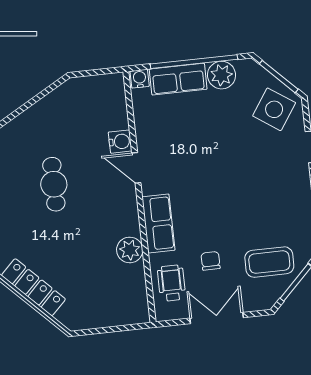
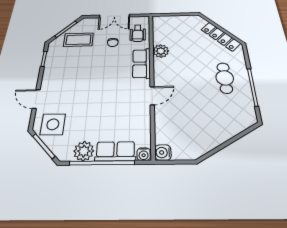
side table: (274, 109) -> (53, 124), turned -34
water cooler: (120, 142) -> (163, 152), moved
door: (136, 168) -> (152, 96), hinge flipped
cafe table: (54, 184) -> (225, 78), moved

